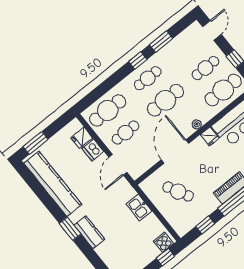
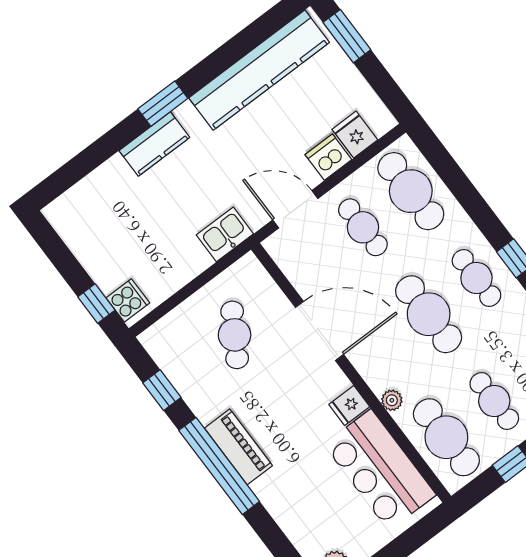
plant: (197, 124) -> (392, 400), moved
cafe table: (178, 191) -> (235, 335), turned -31
kitchen sink: (139, 208) -> (225, 234), moved

